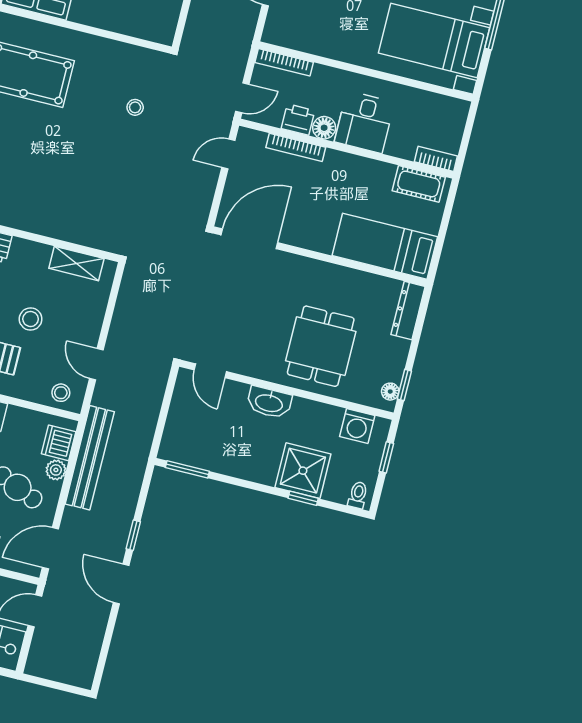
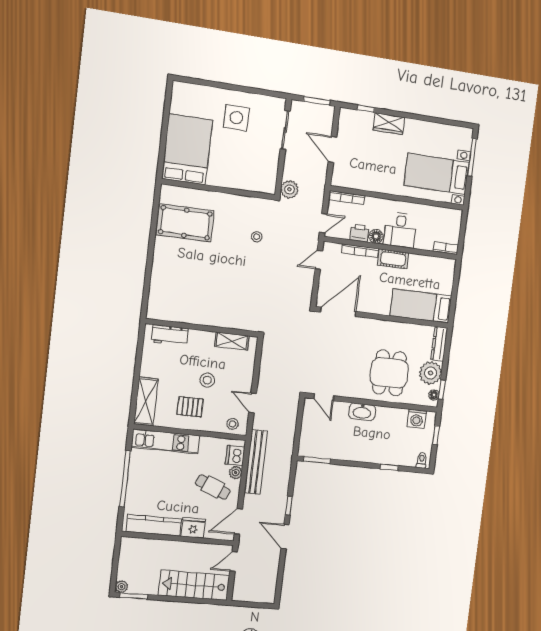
plant: (195, 40) -> (289, 189), added
cot: (419, 184) -> (393, 259), moved
plant: (389, 355) -> (431, 373), added
shower: (303, 471) -> (387, 451), removed

